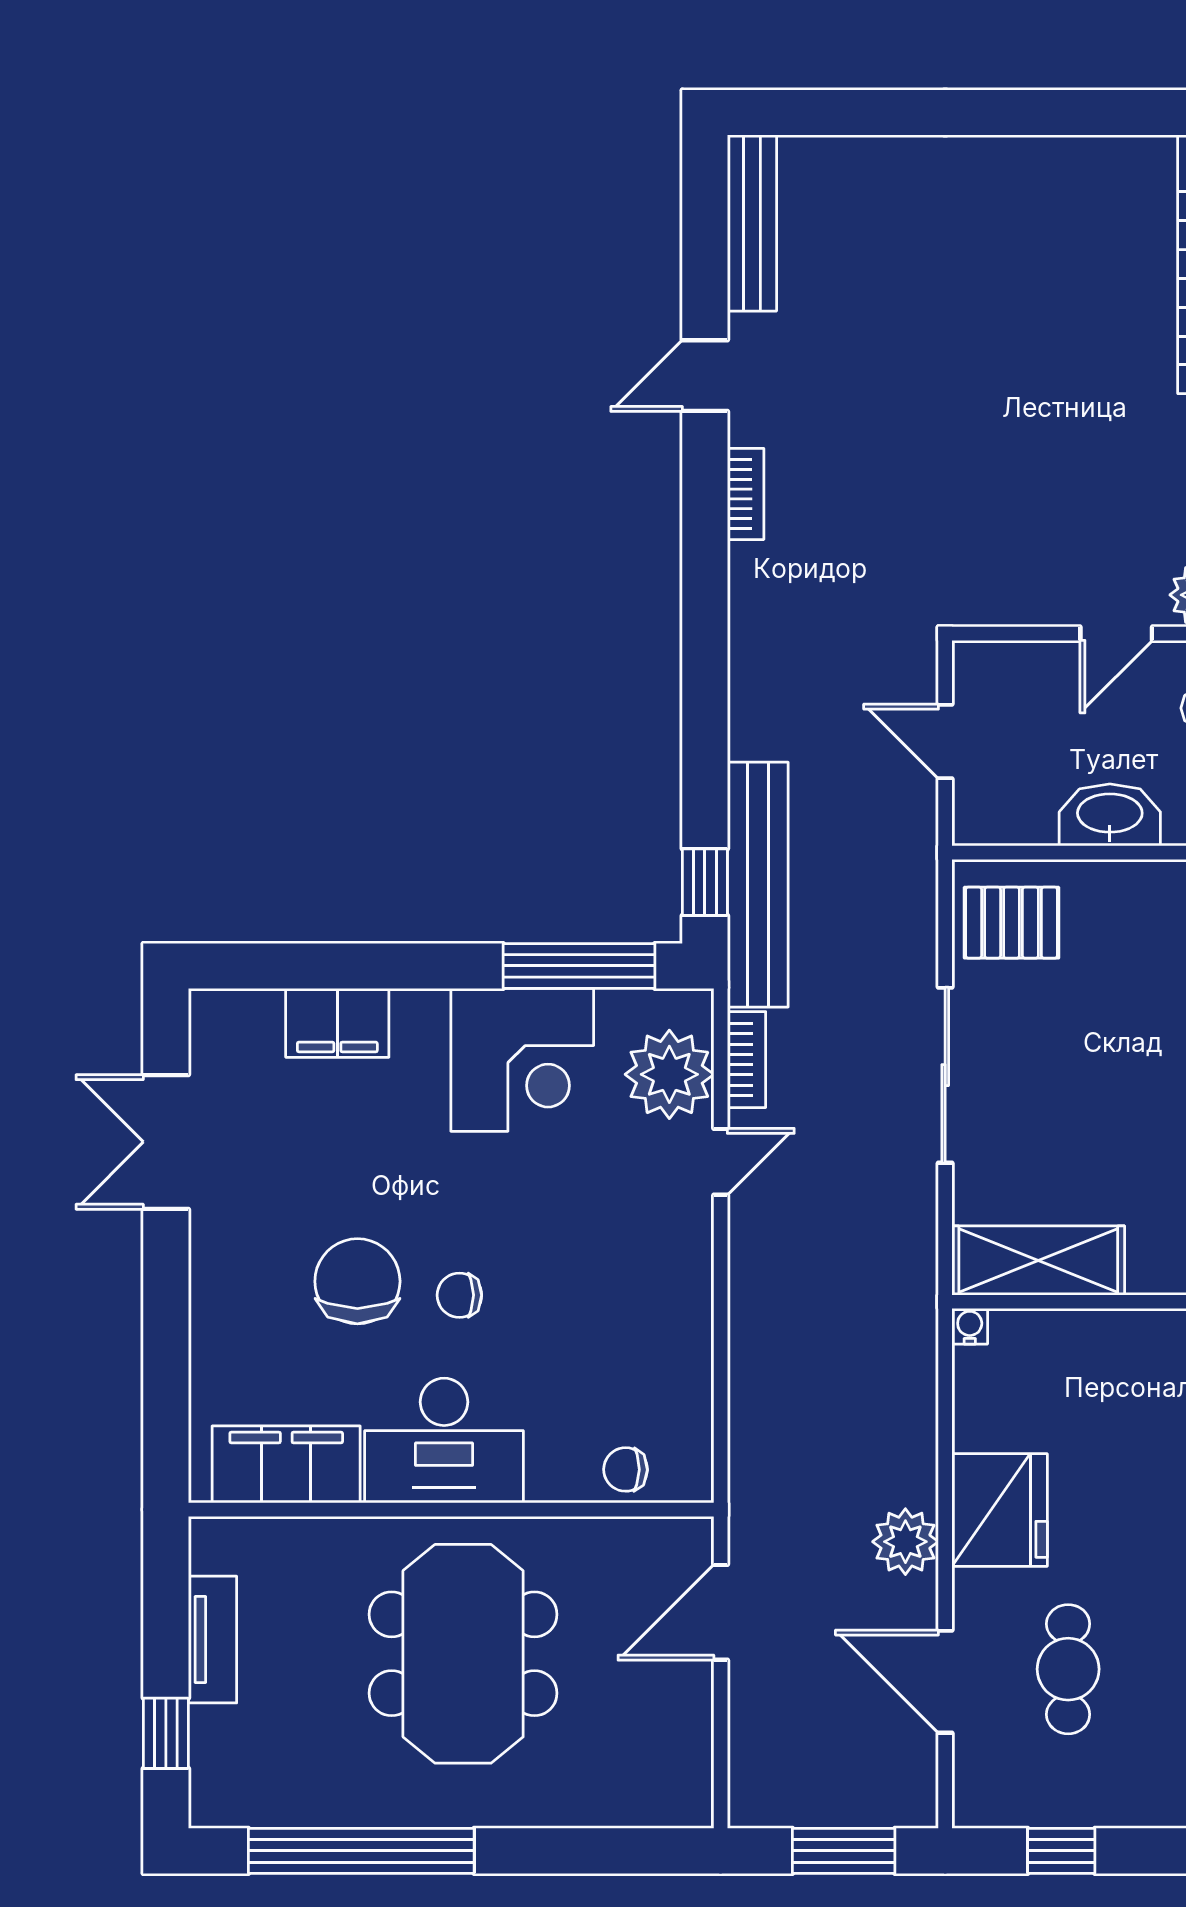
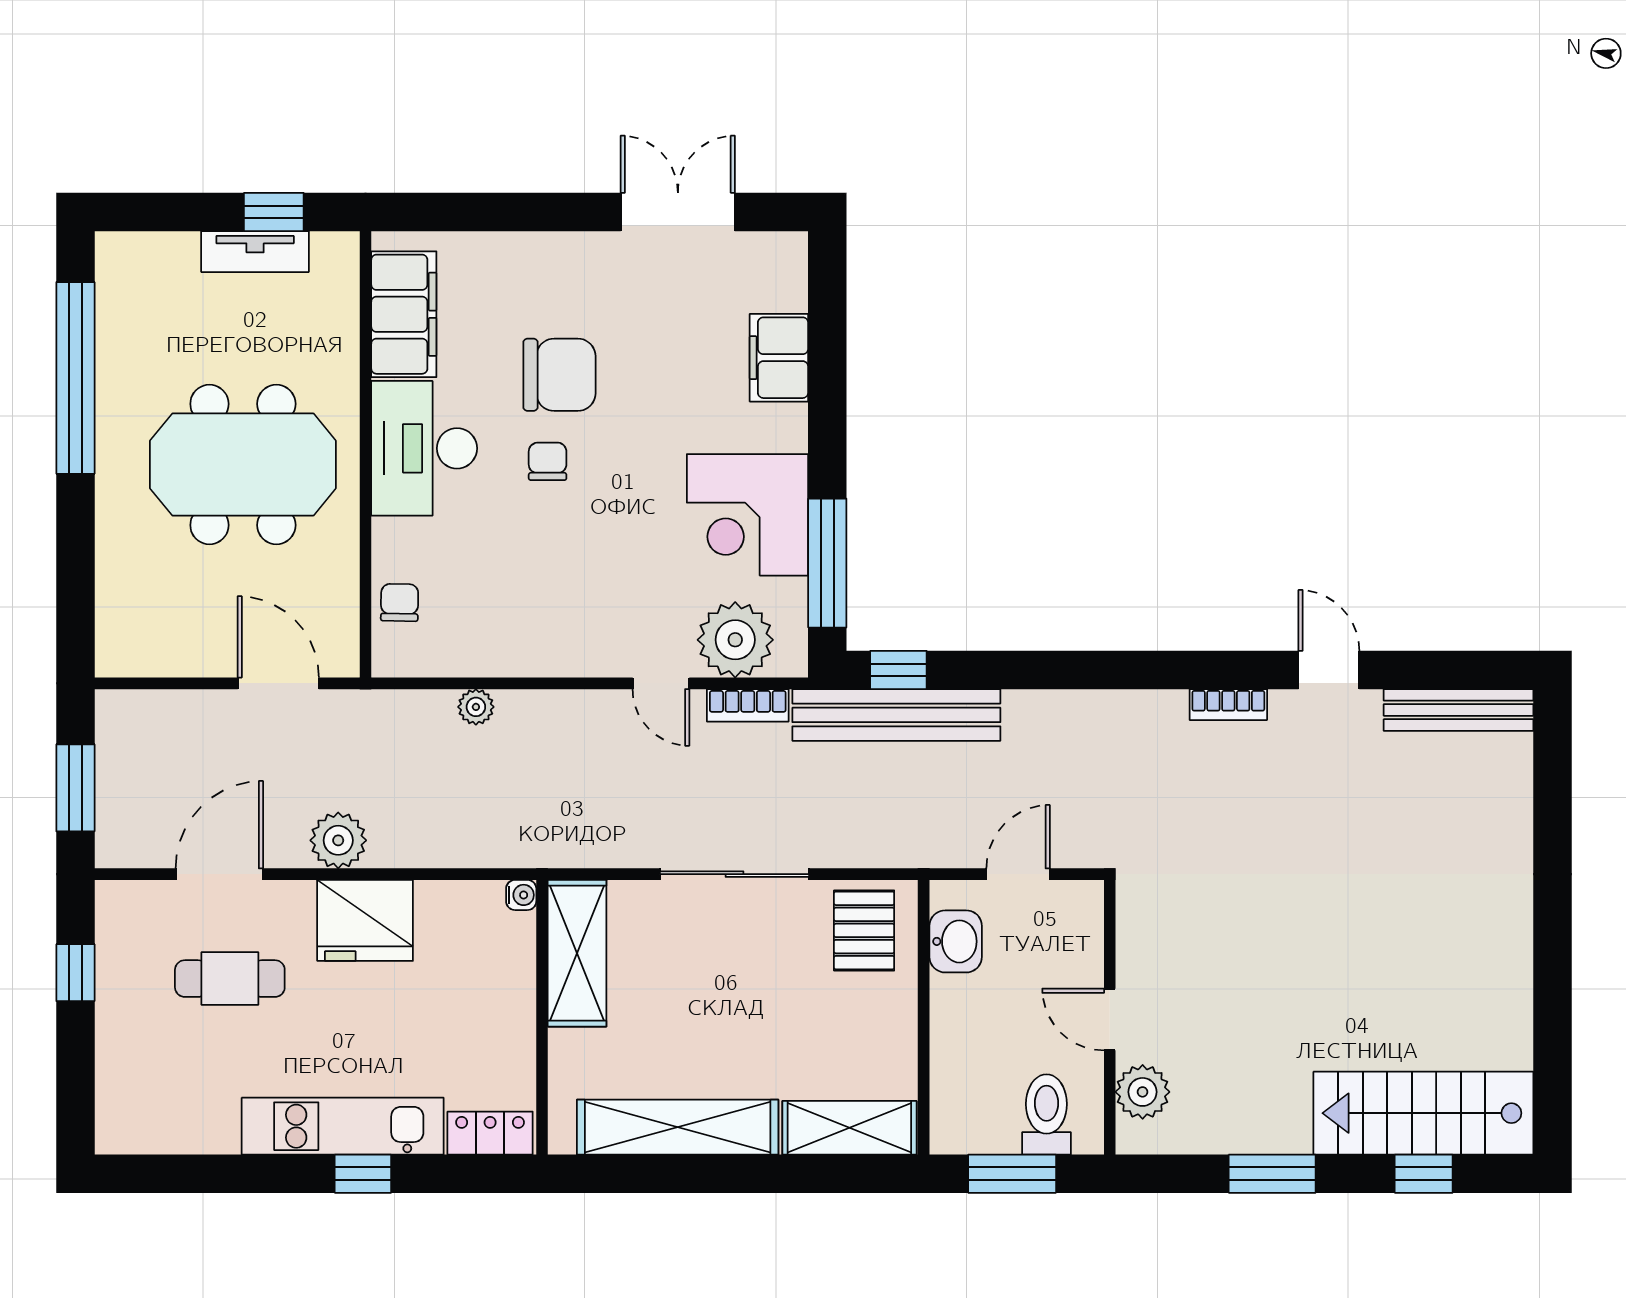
washbasin: (1110, 815) -> (956, 941), moved, width x0.72
plant: (748, 1380) -> (476, 707), added
window: (166, 1733) -> (274, 212), moved

